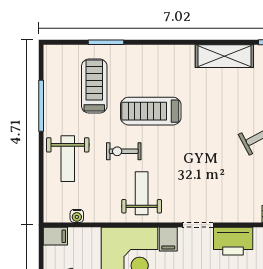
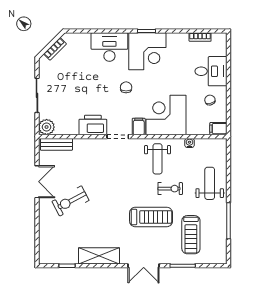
double door: (161, 42) -> (144, 266), added
water cooler: (77, 216) -> (190, 143), moved

